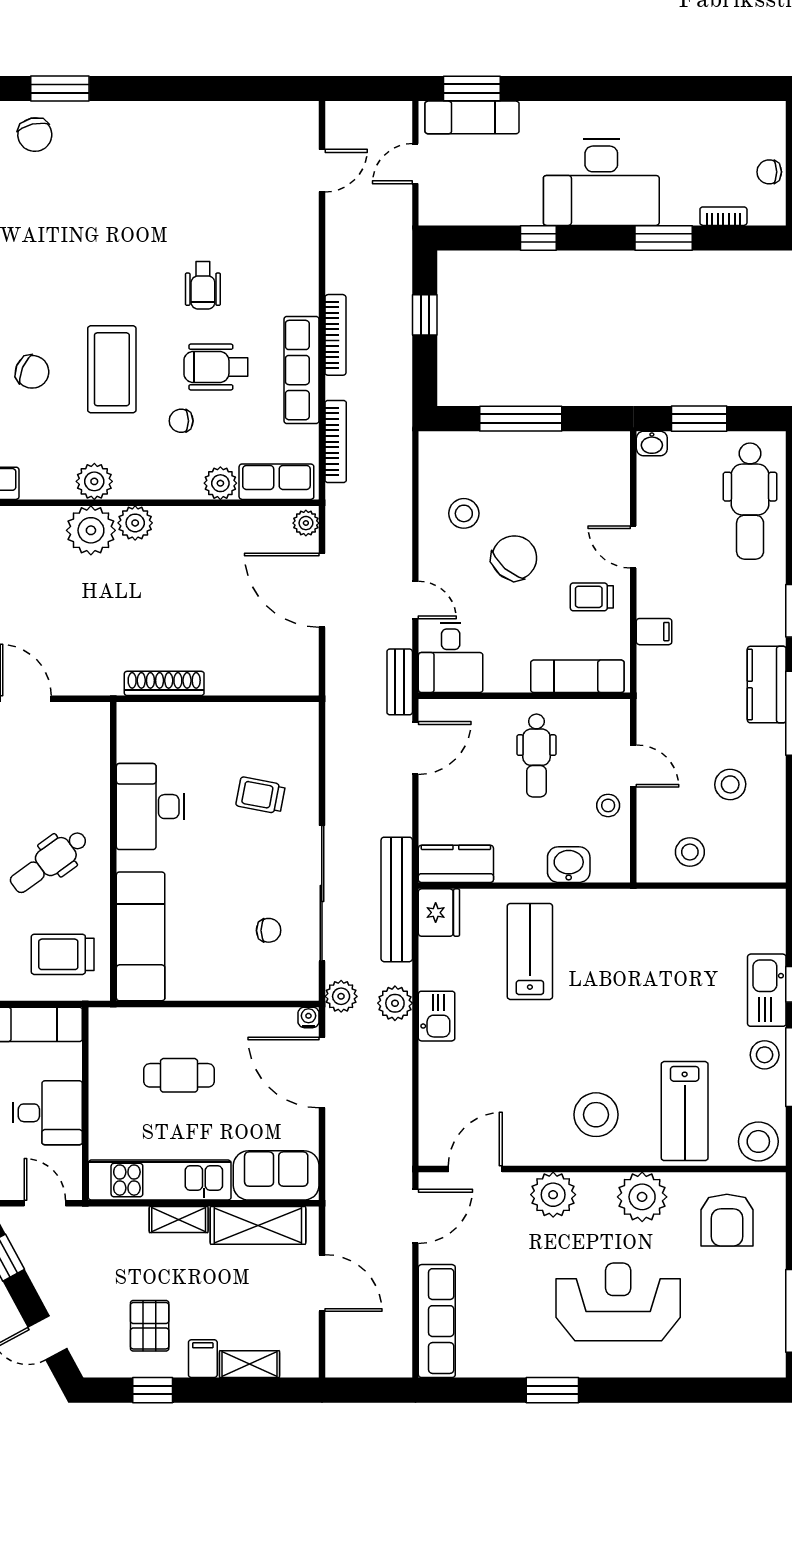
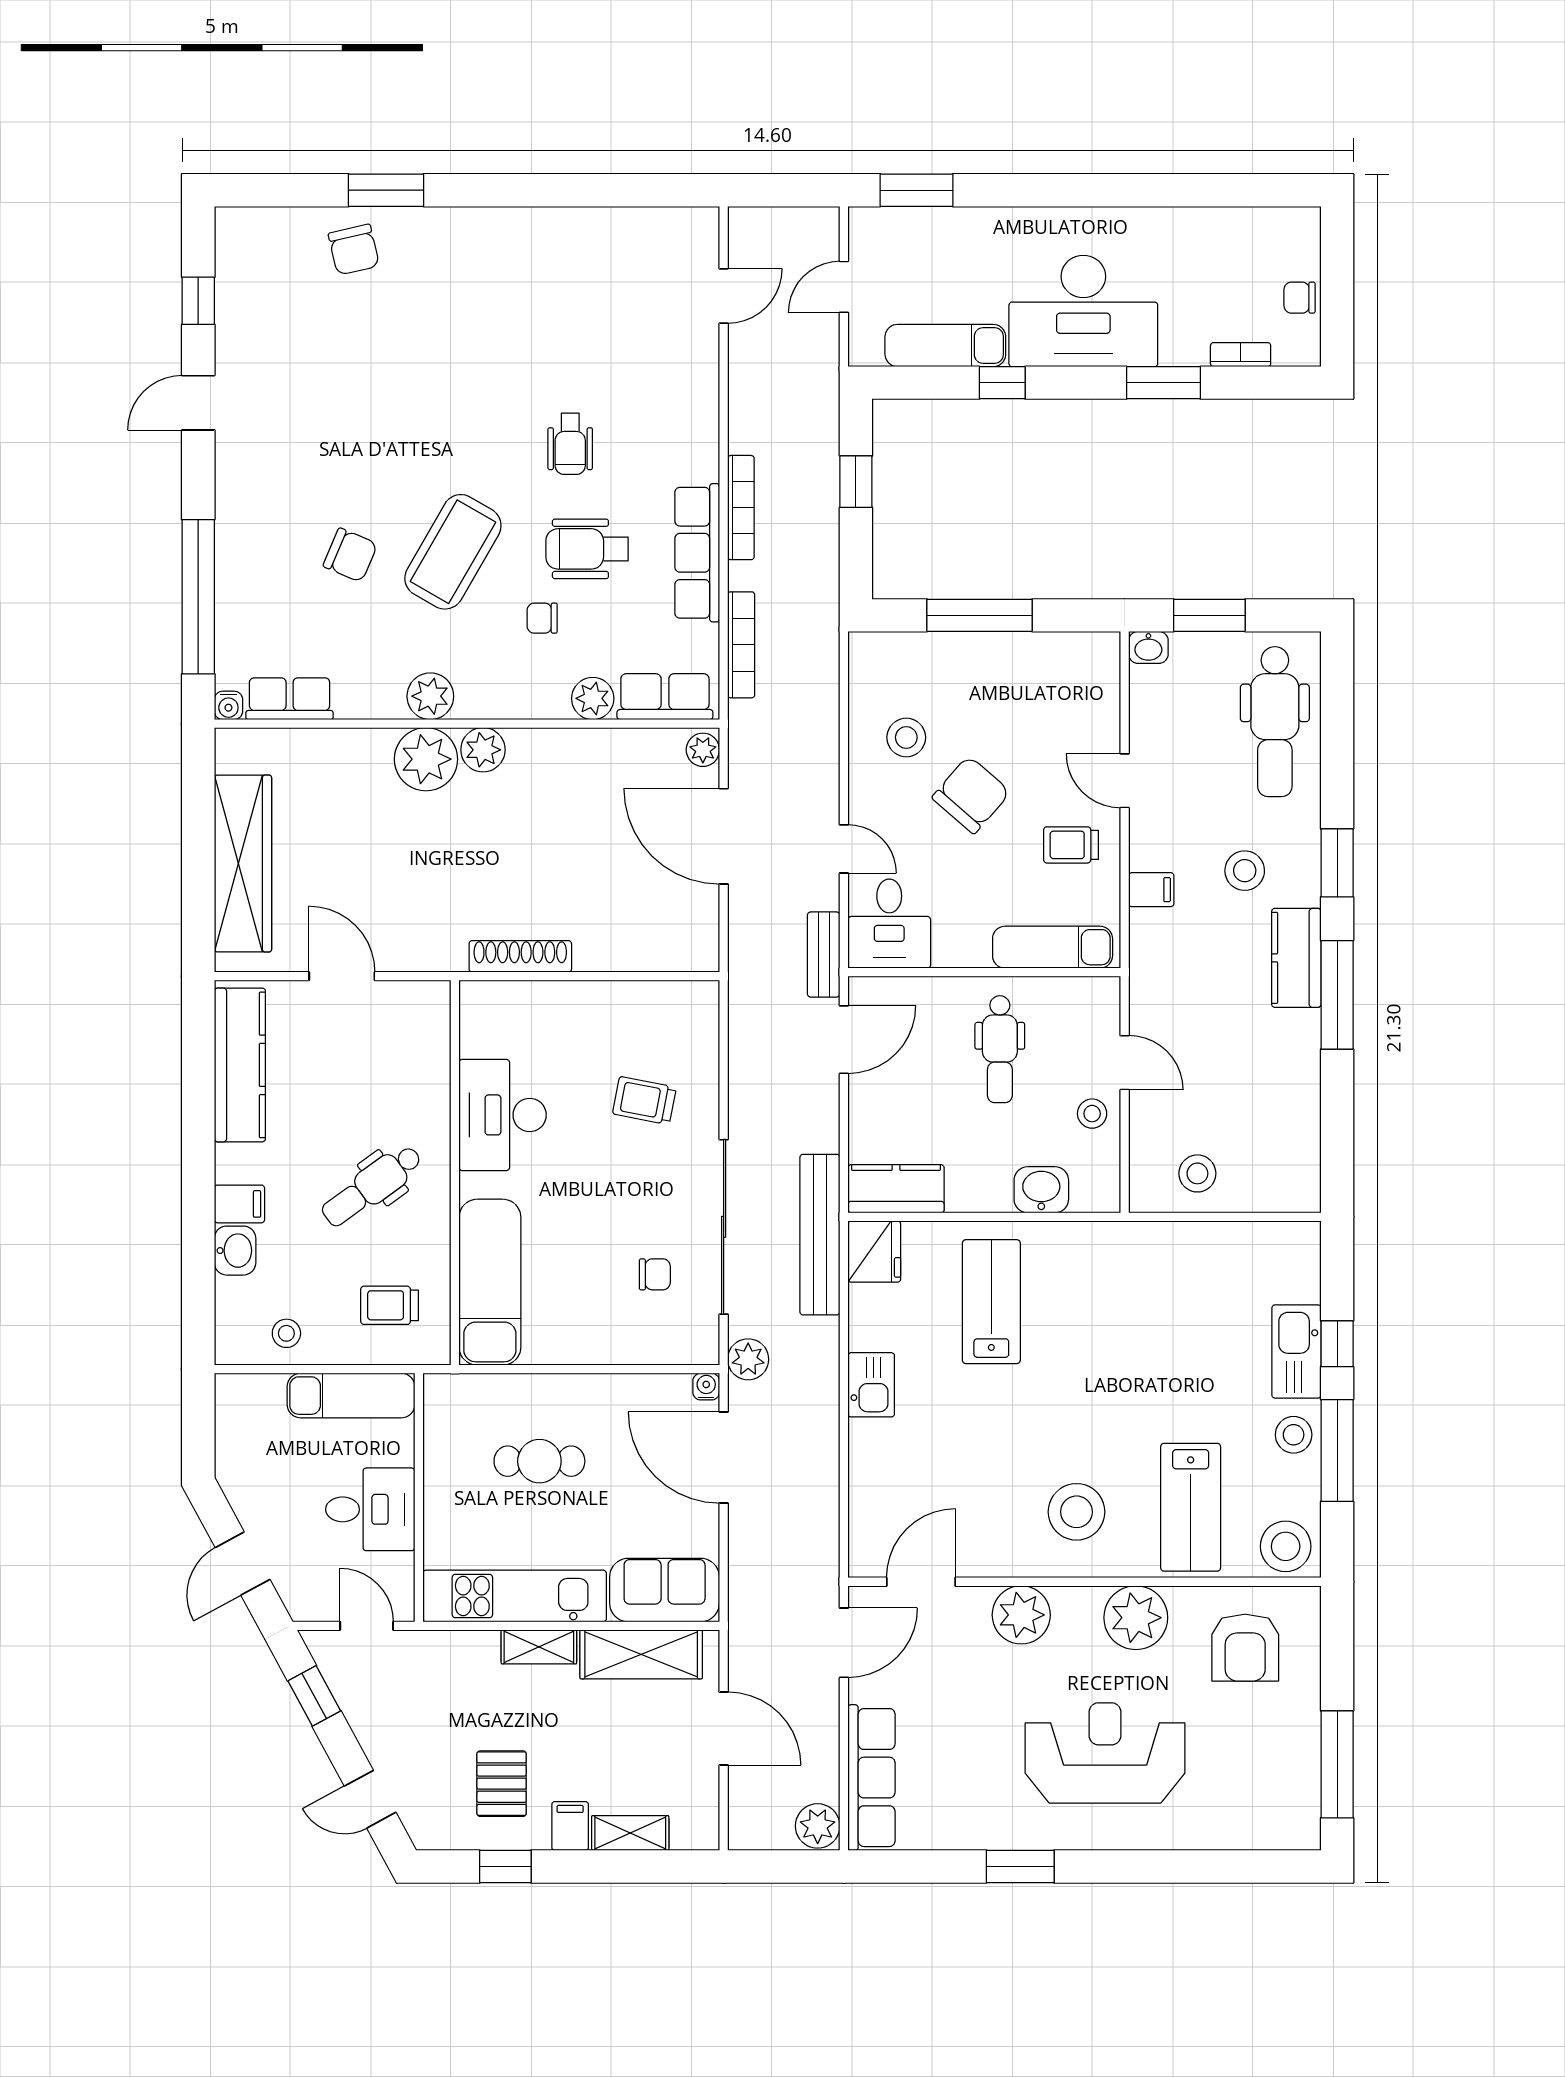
exam couch: (472, 117) -> (945, 346), moved, turned 180
coffee table: (112, 369) -> (453, 552), turned 30
stool: (730, 784) -> (1245, 871), moved
trolley: (63, 954) -> (390, 1305), width x0.73, depth x0.72
plant: (395, 1003) -> (818, 1826), moved

